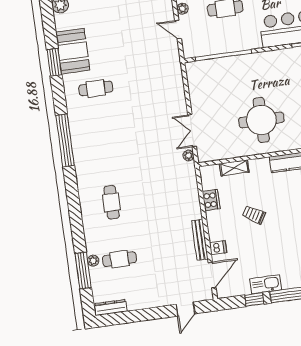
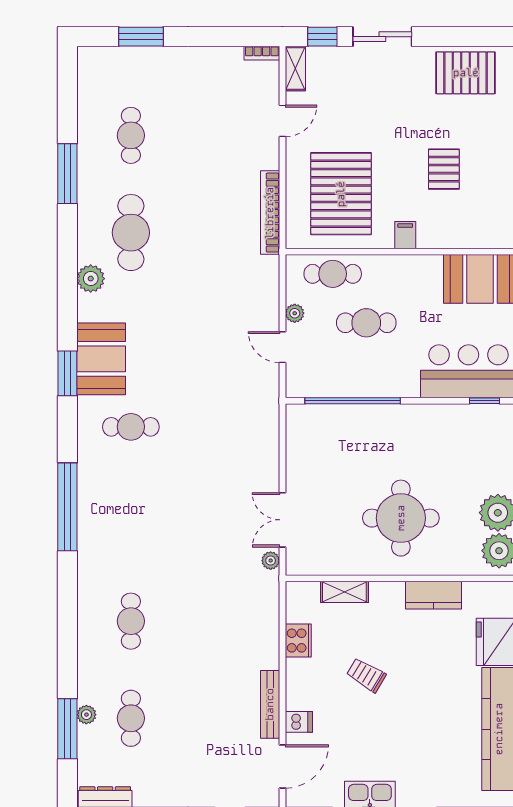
cafe table: (119, 259) -> (131, 718), turned 90

